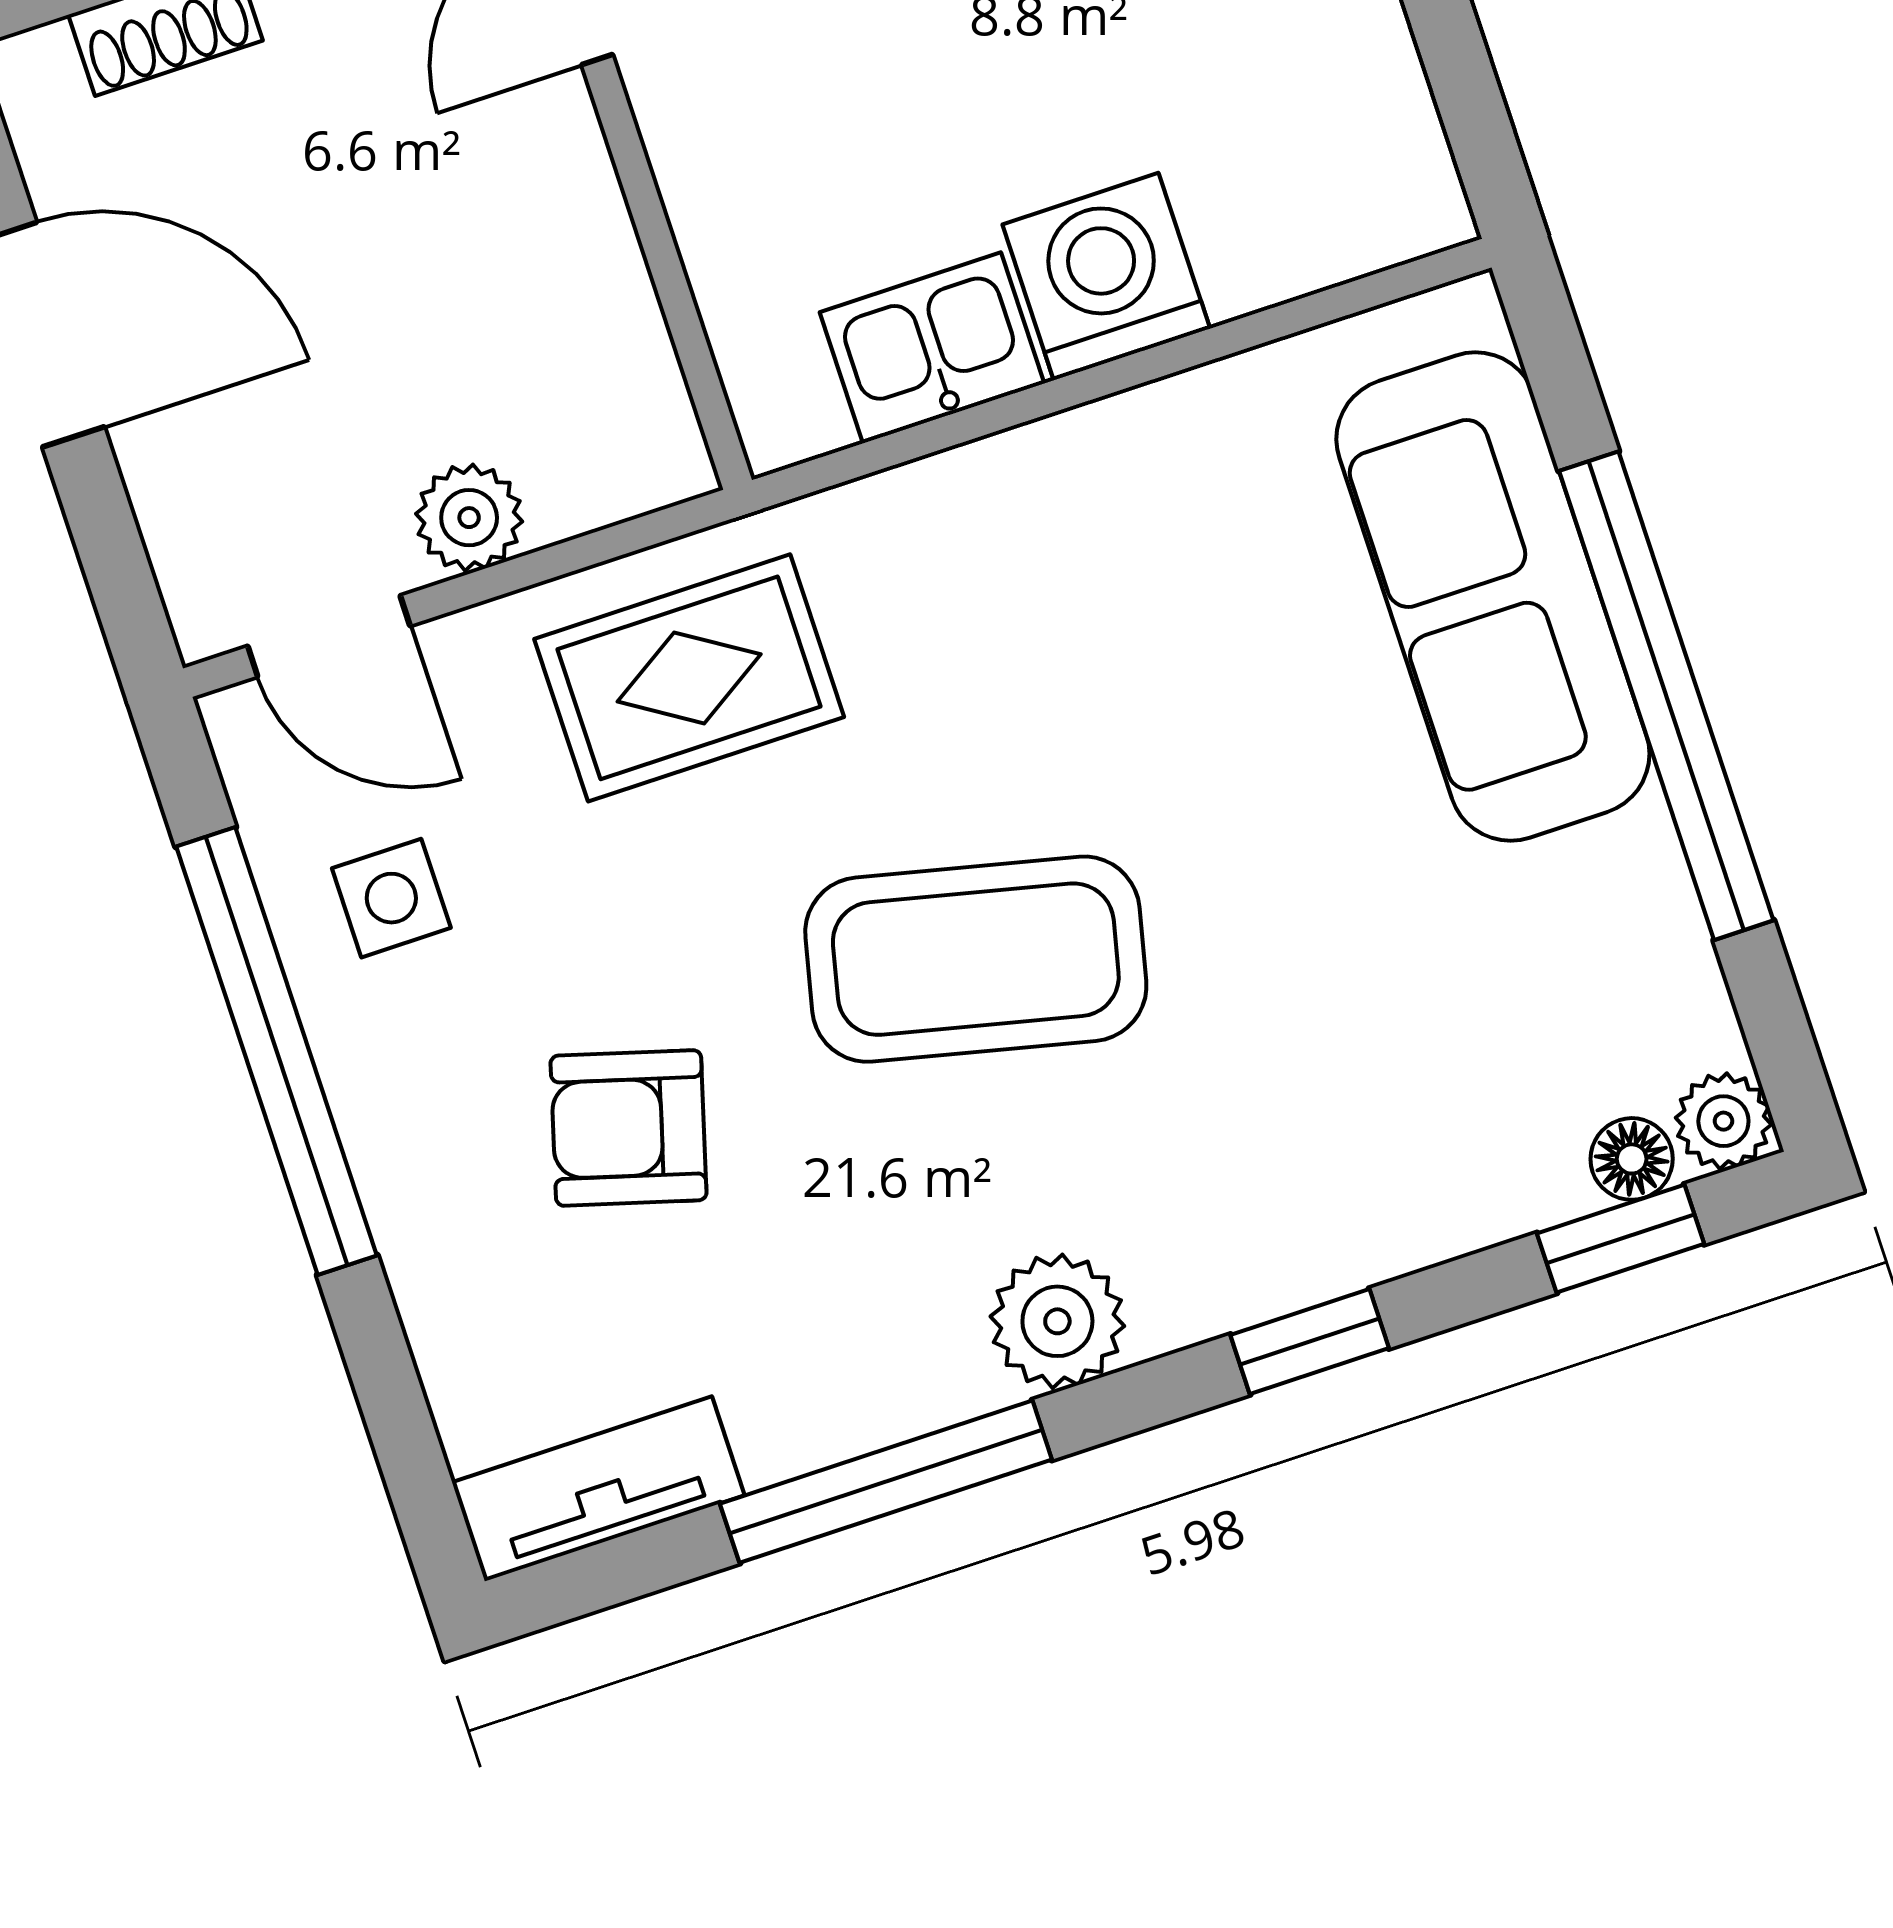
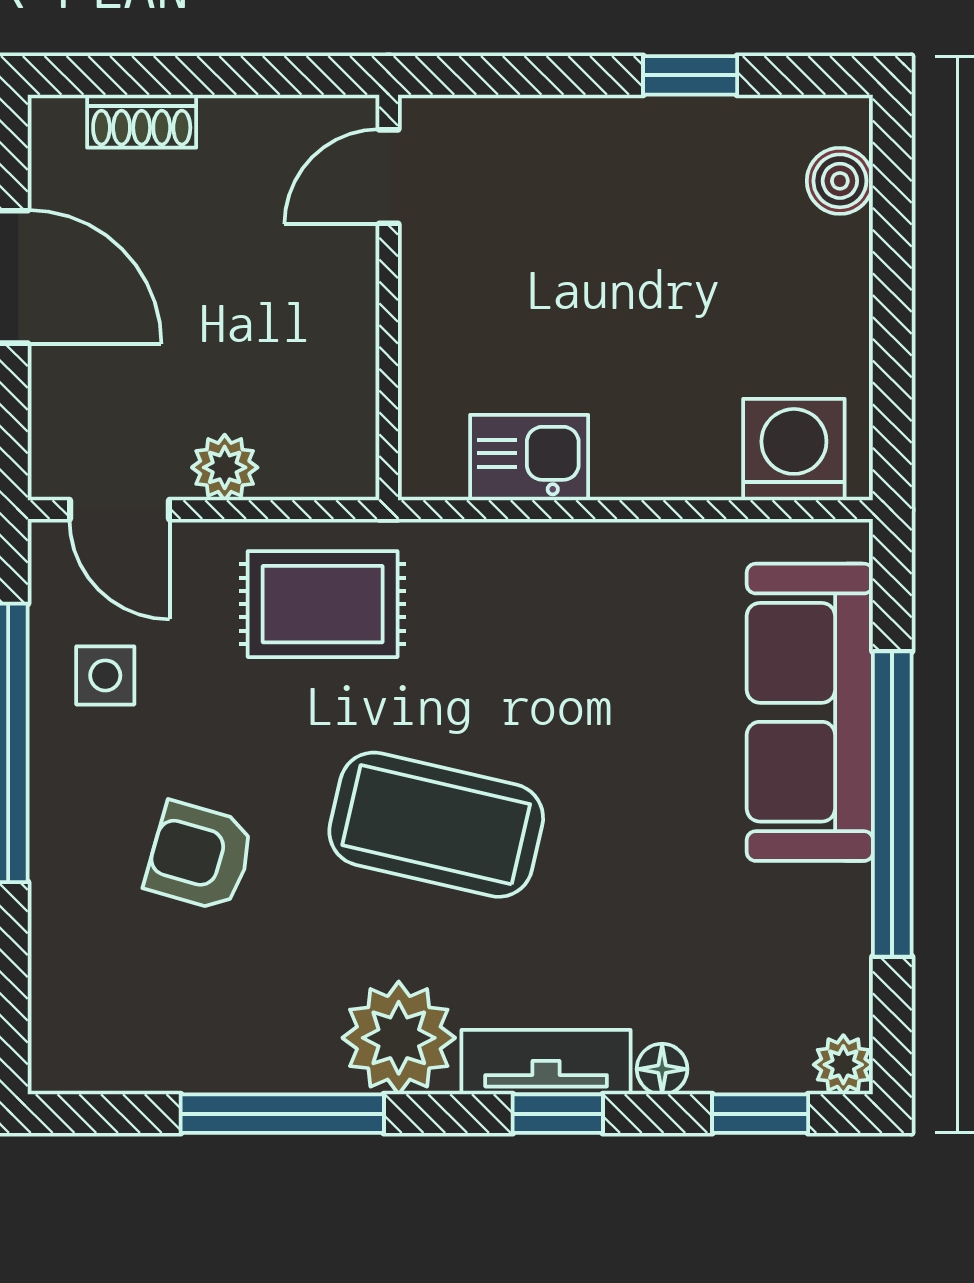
washing machine: (1106, 277) -> (794, 450), moved
floor lamp: (1632, 1159) -> (662, 1069), moved
plant: (1057, 1321) -> (399, 1038), width x1.36, depth x1.36
tv unit: (598, 1489) -> (546, 1062), moved

